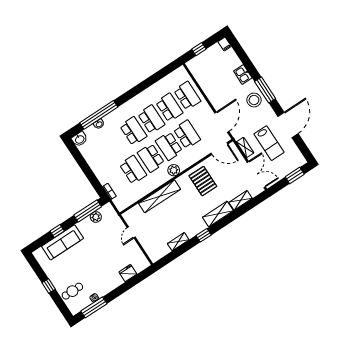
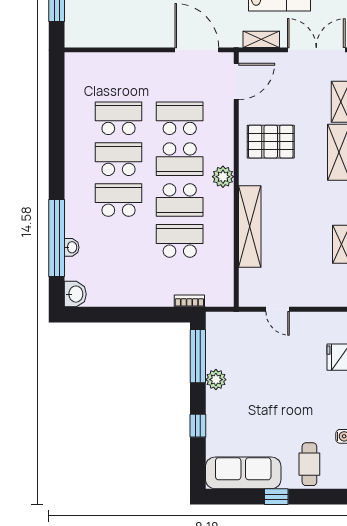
school desk: (187, 96) -> (119, 77), removed
plant: (96, 217) -> (216, 380), moved
sofa: (63, 242) -> (243, 473), moved, turned -90

